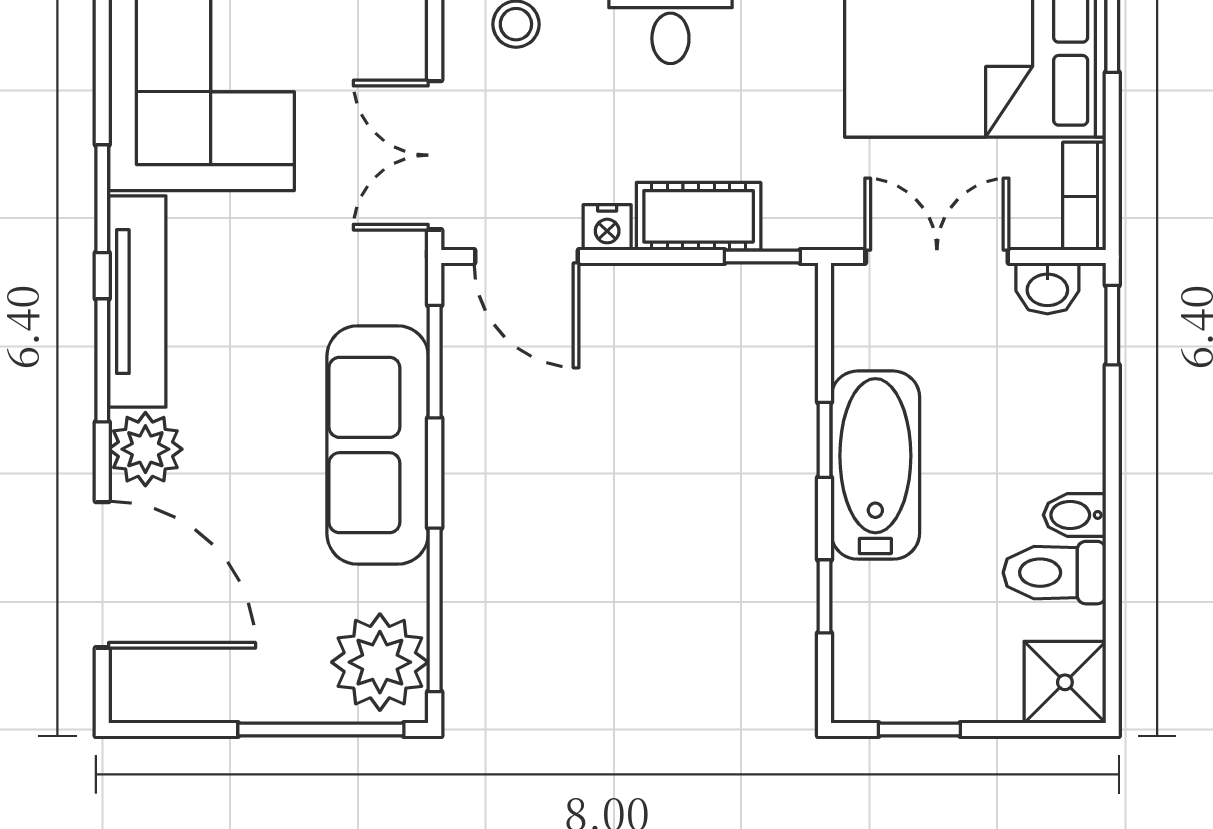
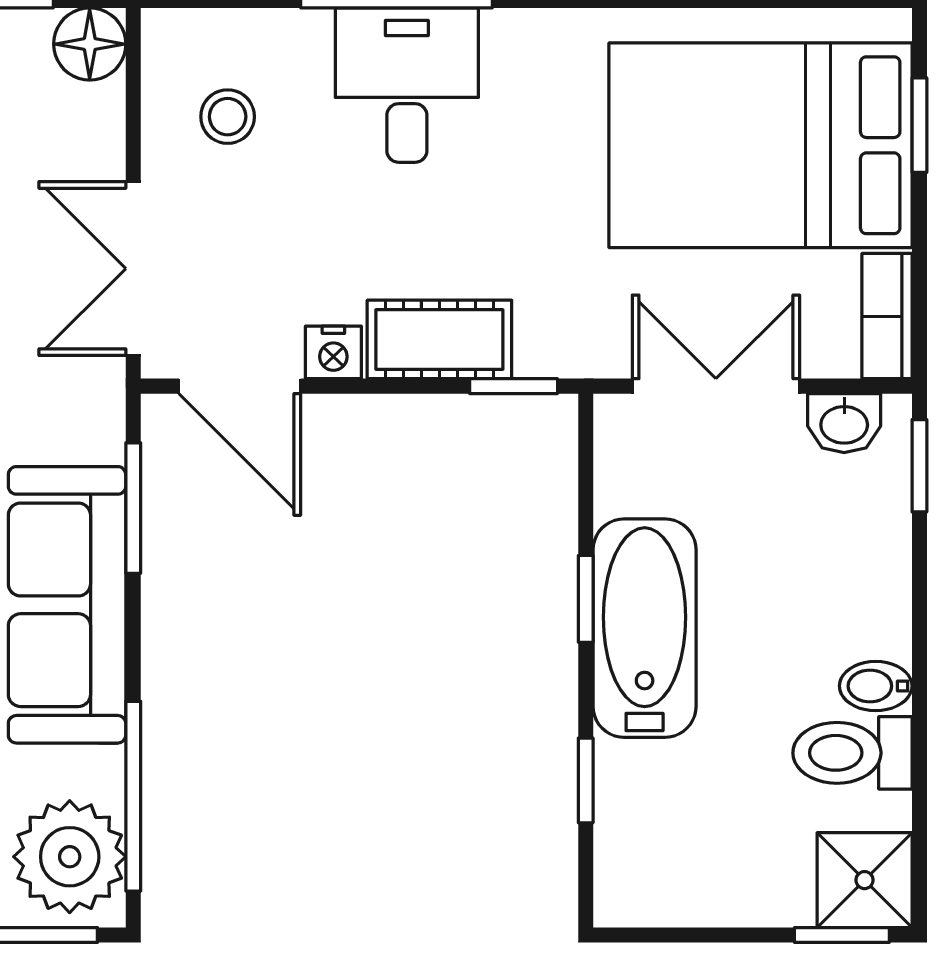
window: (919, 730) -> (842, 935), moved

